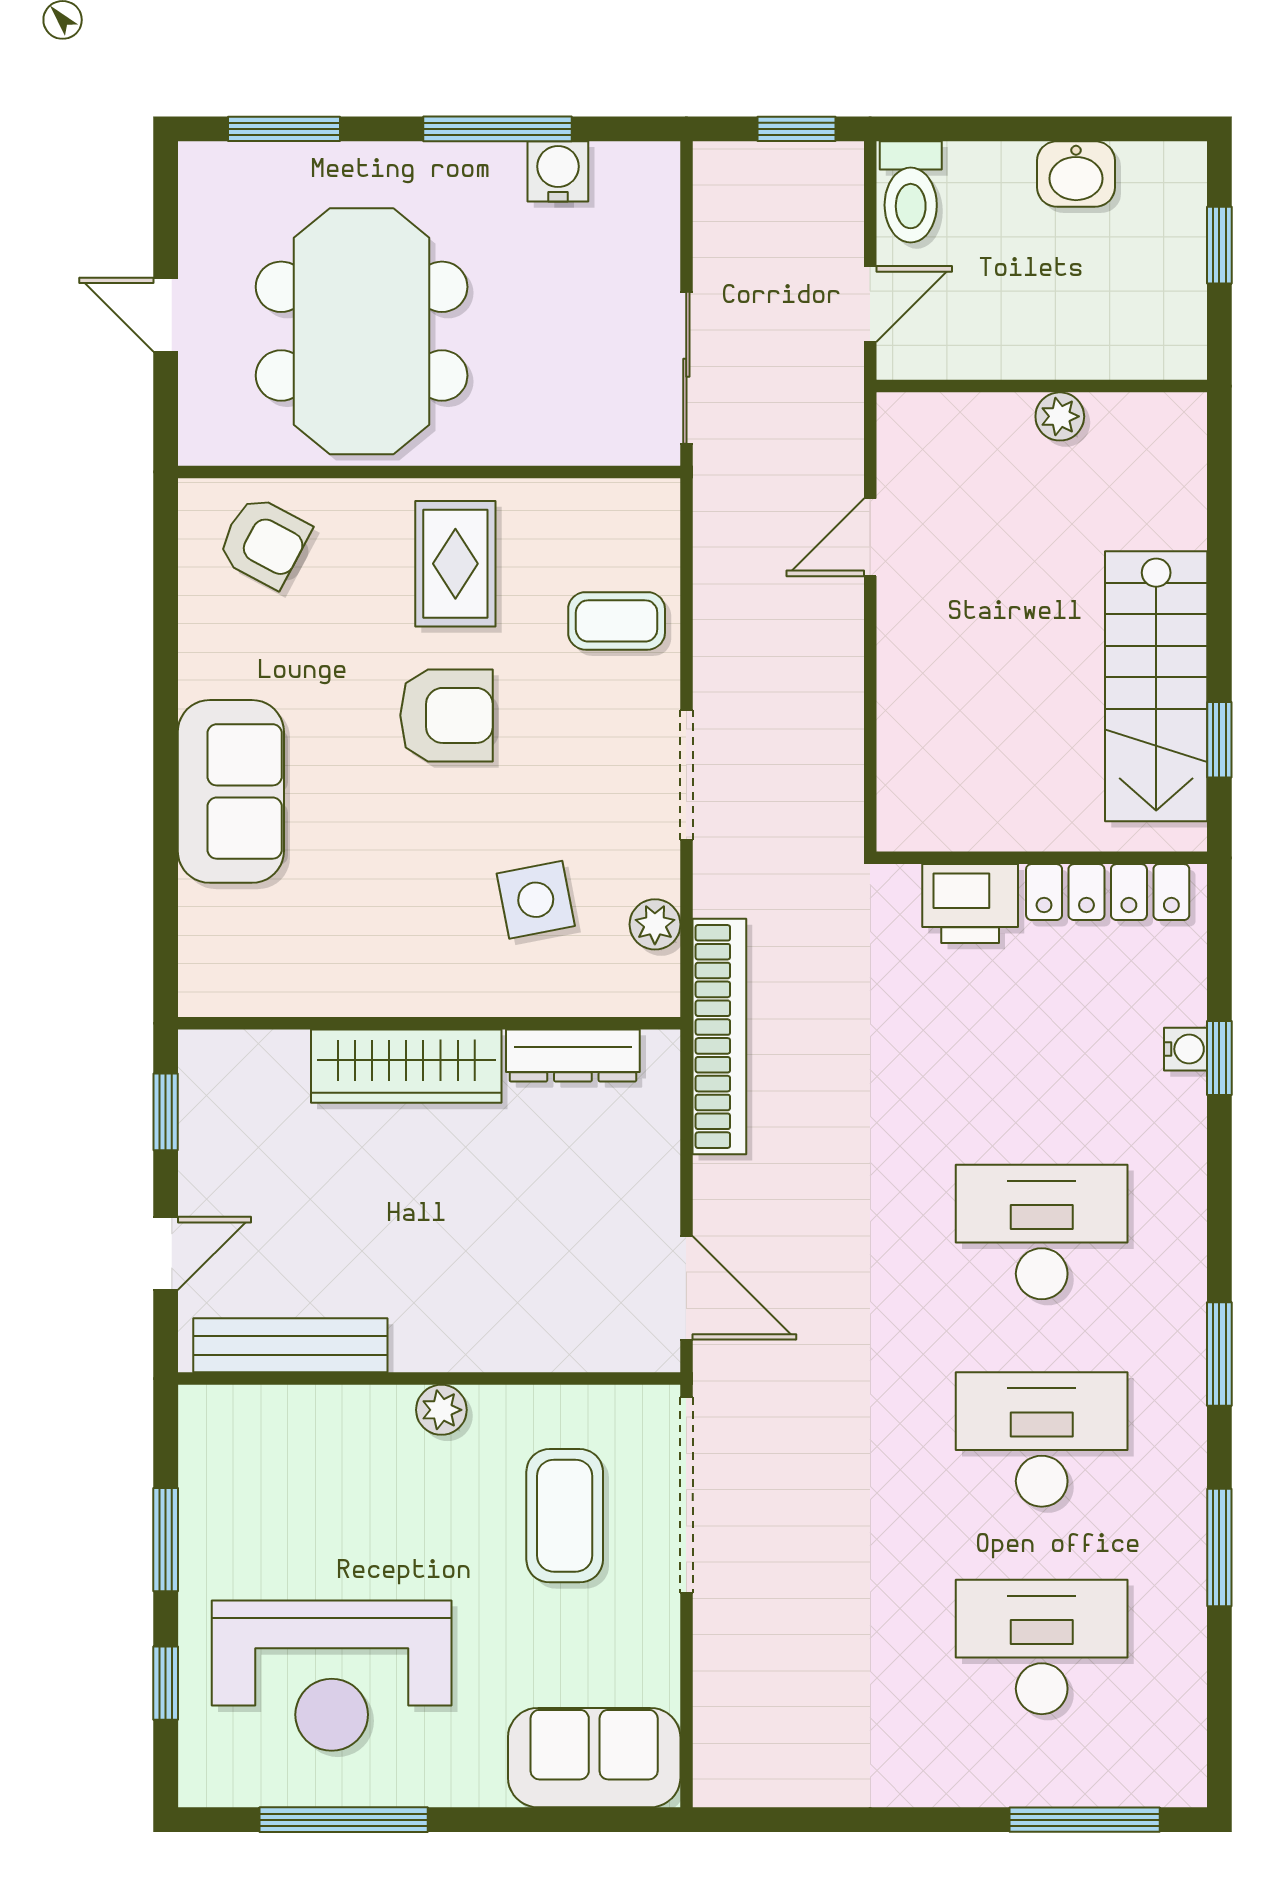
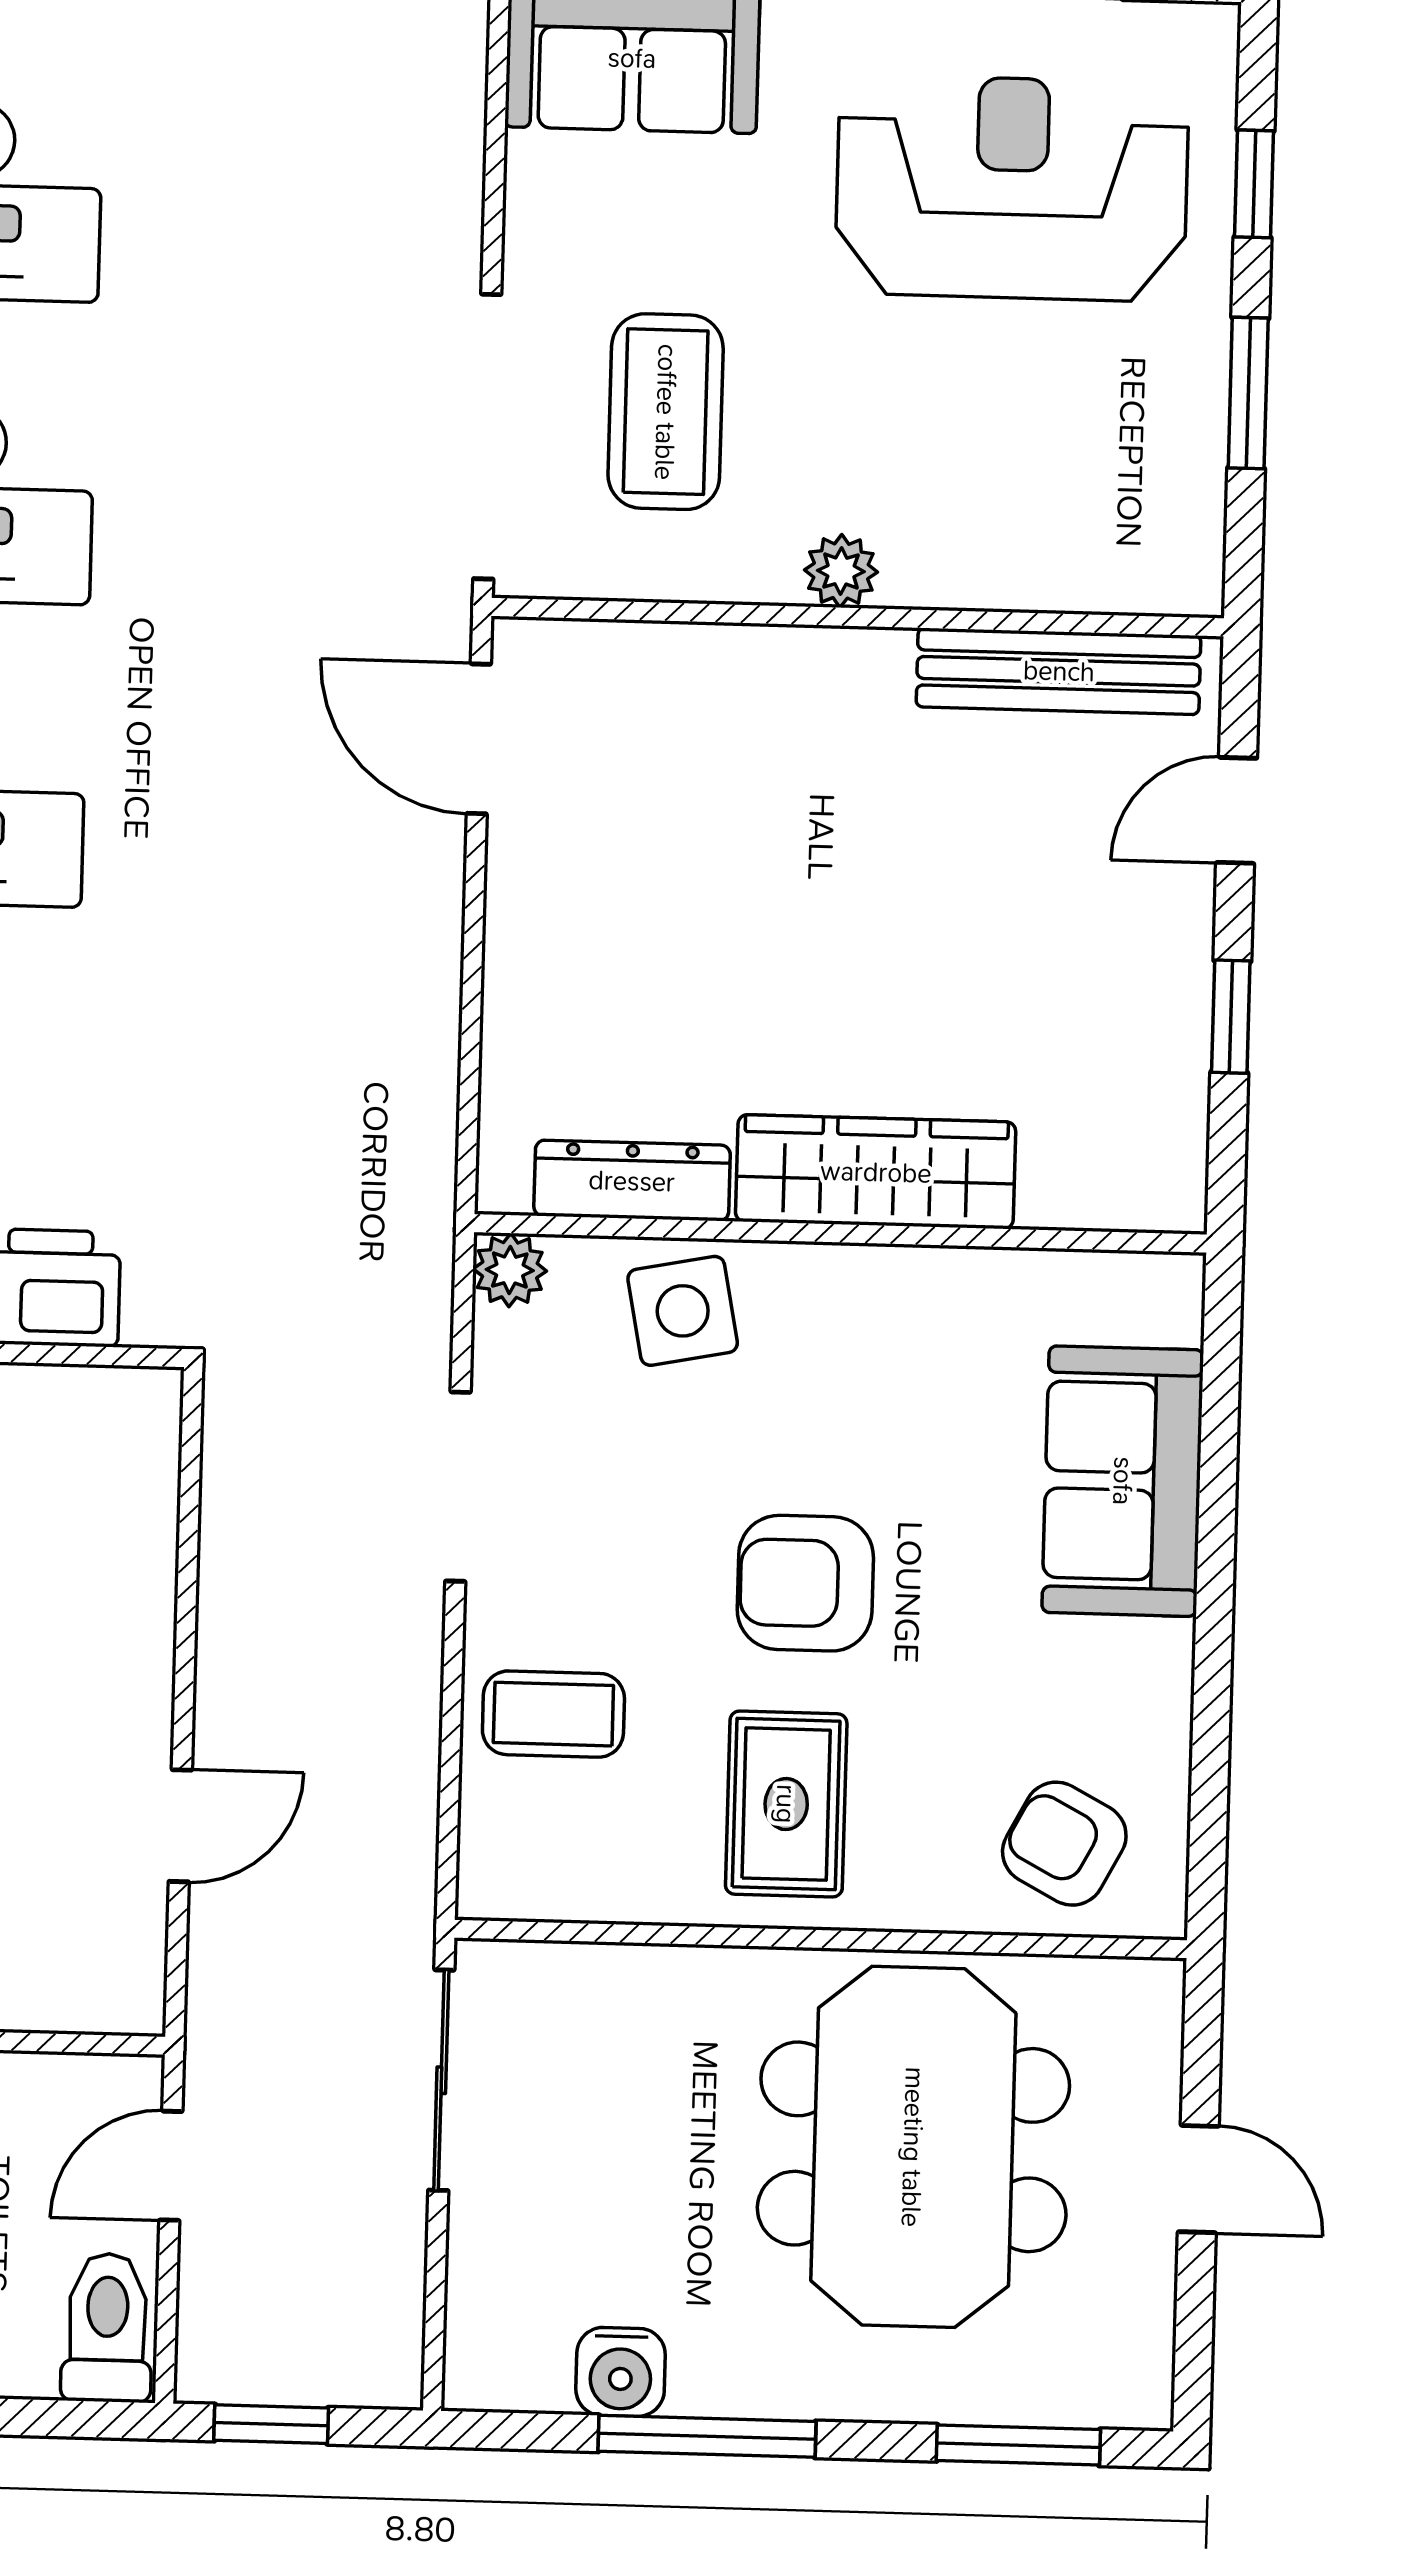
wall: (429, 1023) -> (840, 1233), moved
bookcase: (719, 1036) -> (421, 1104), removed
dresser: (573, 1055) -> (632, 1181), moved
wardrobe: (406, 1066) -> (876, 1172), moved

